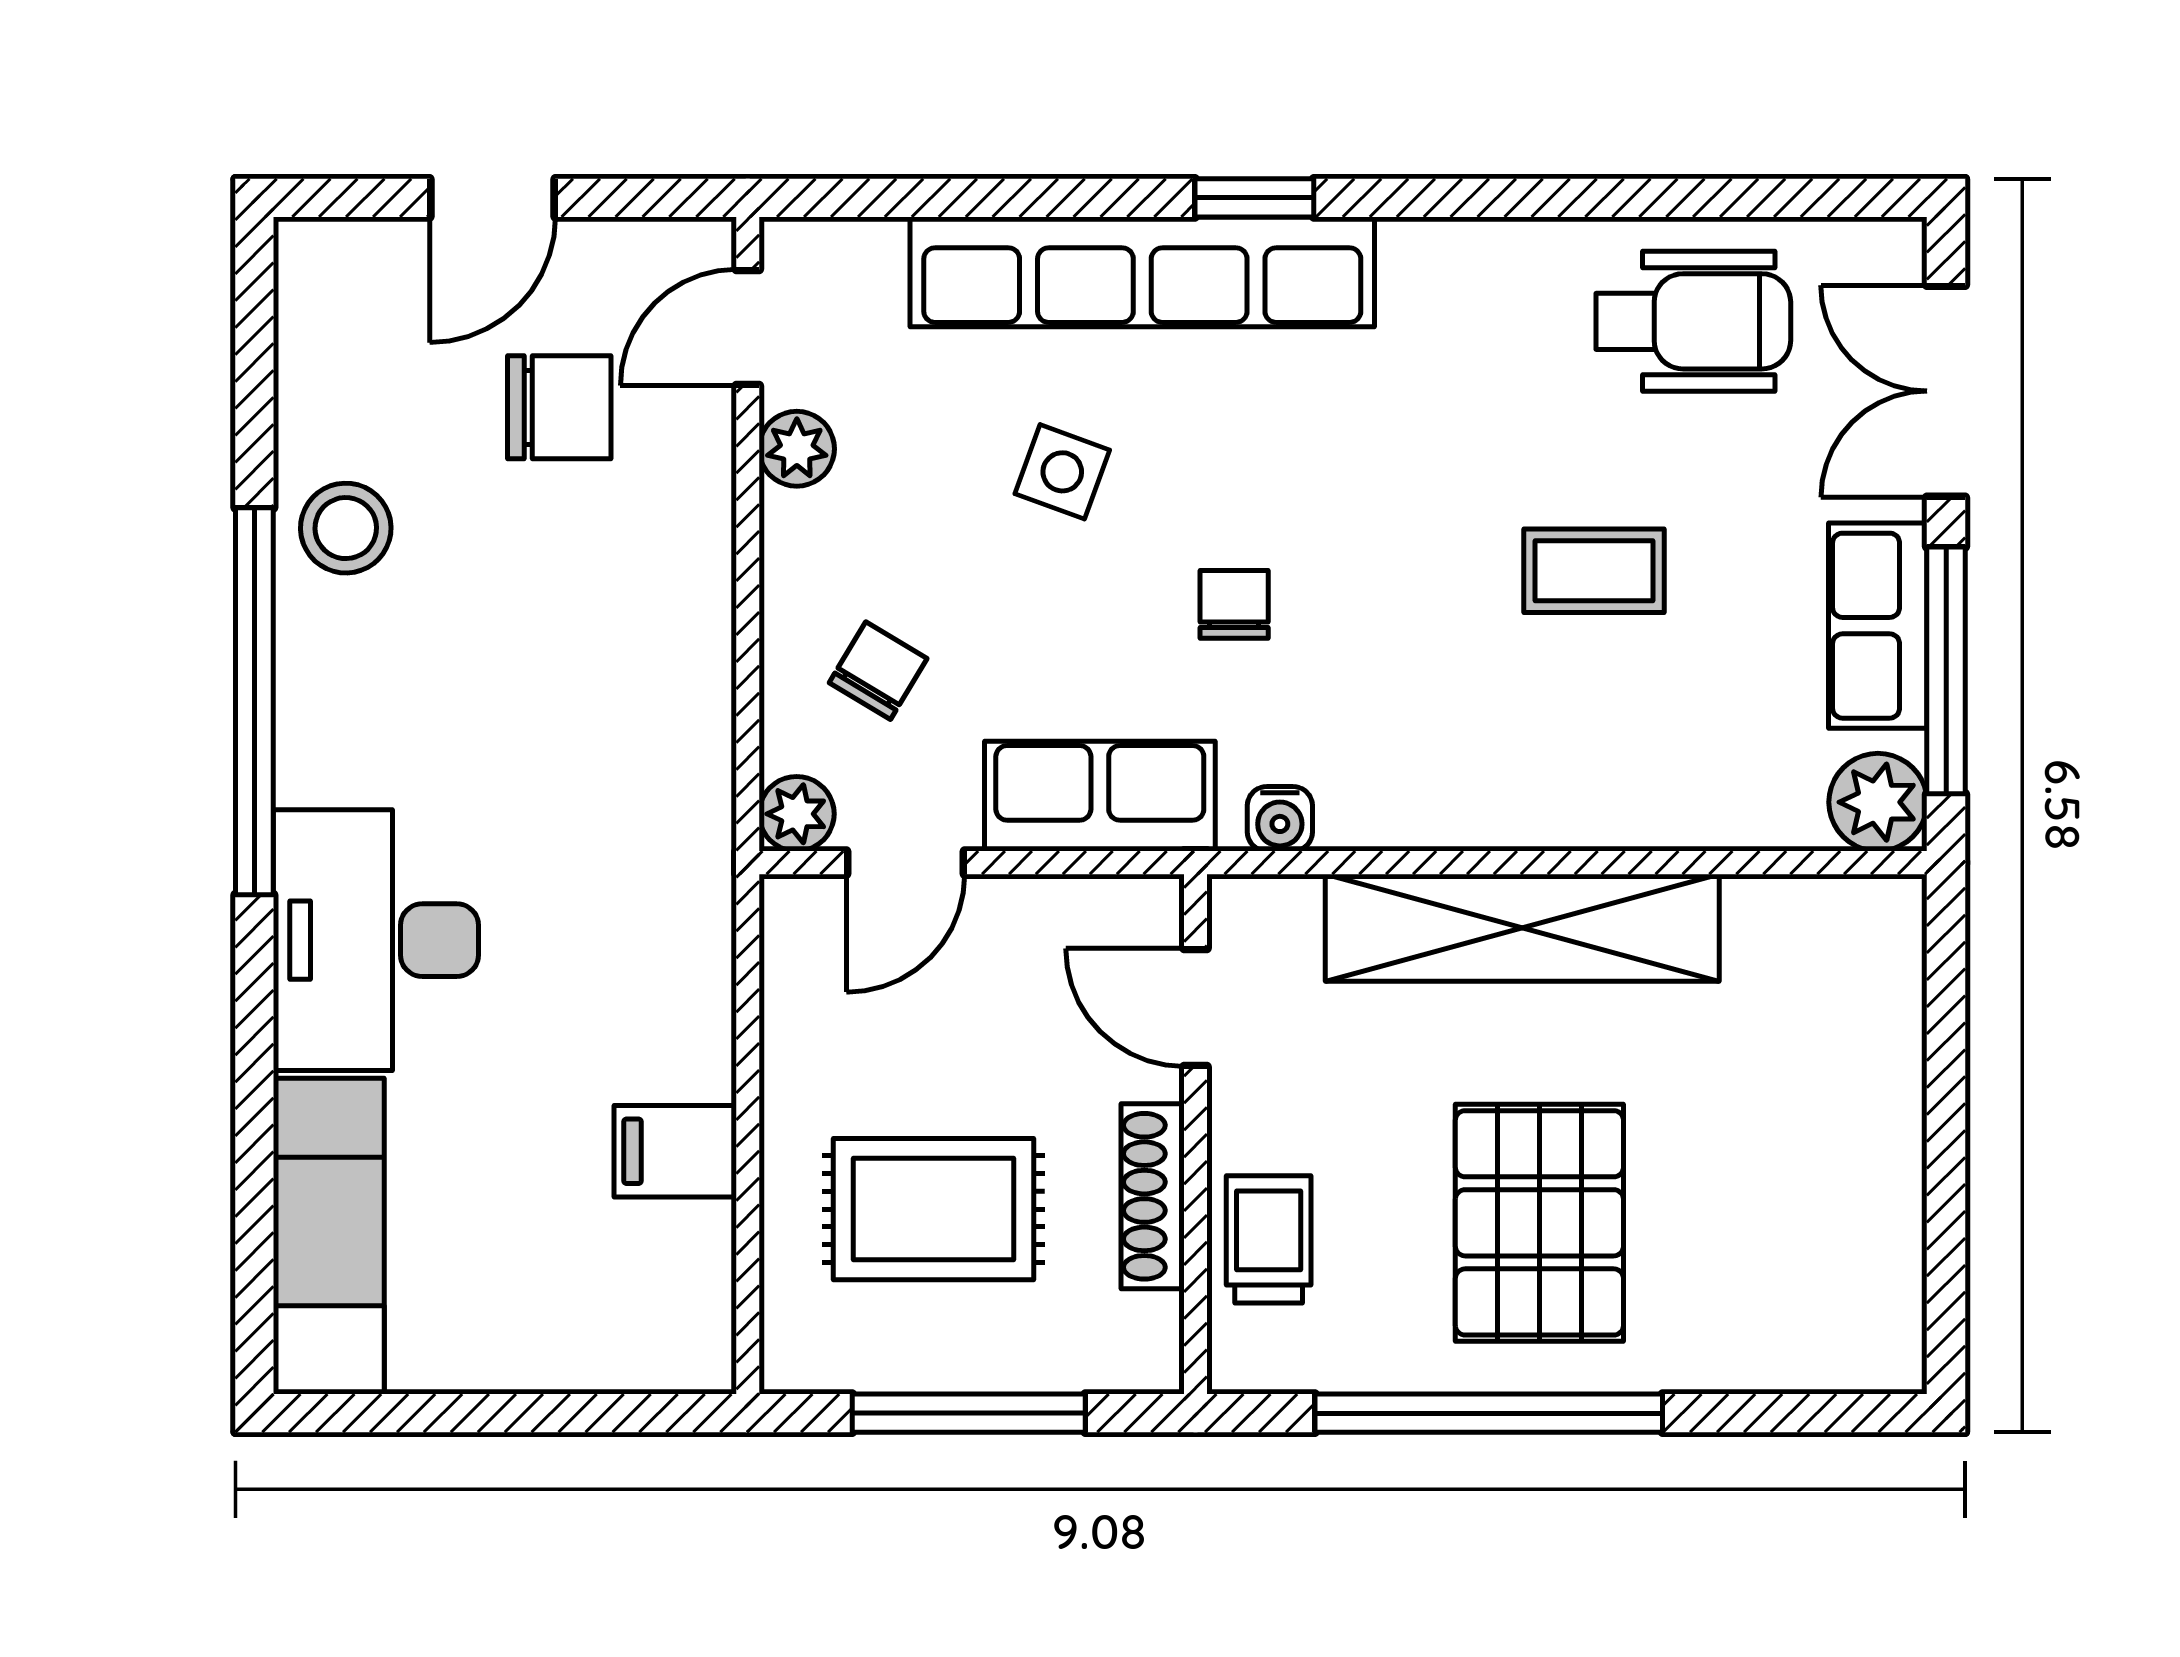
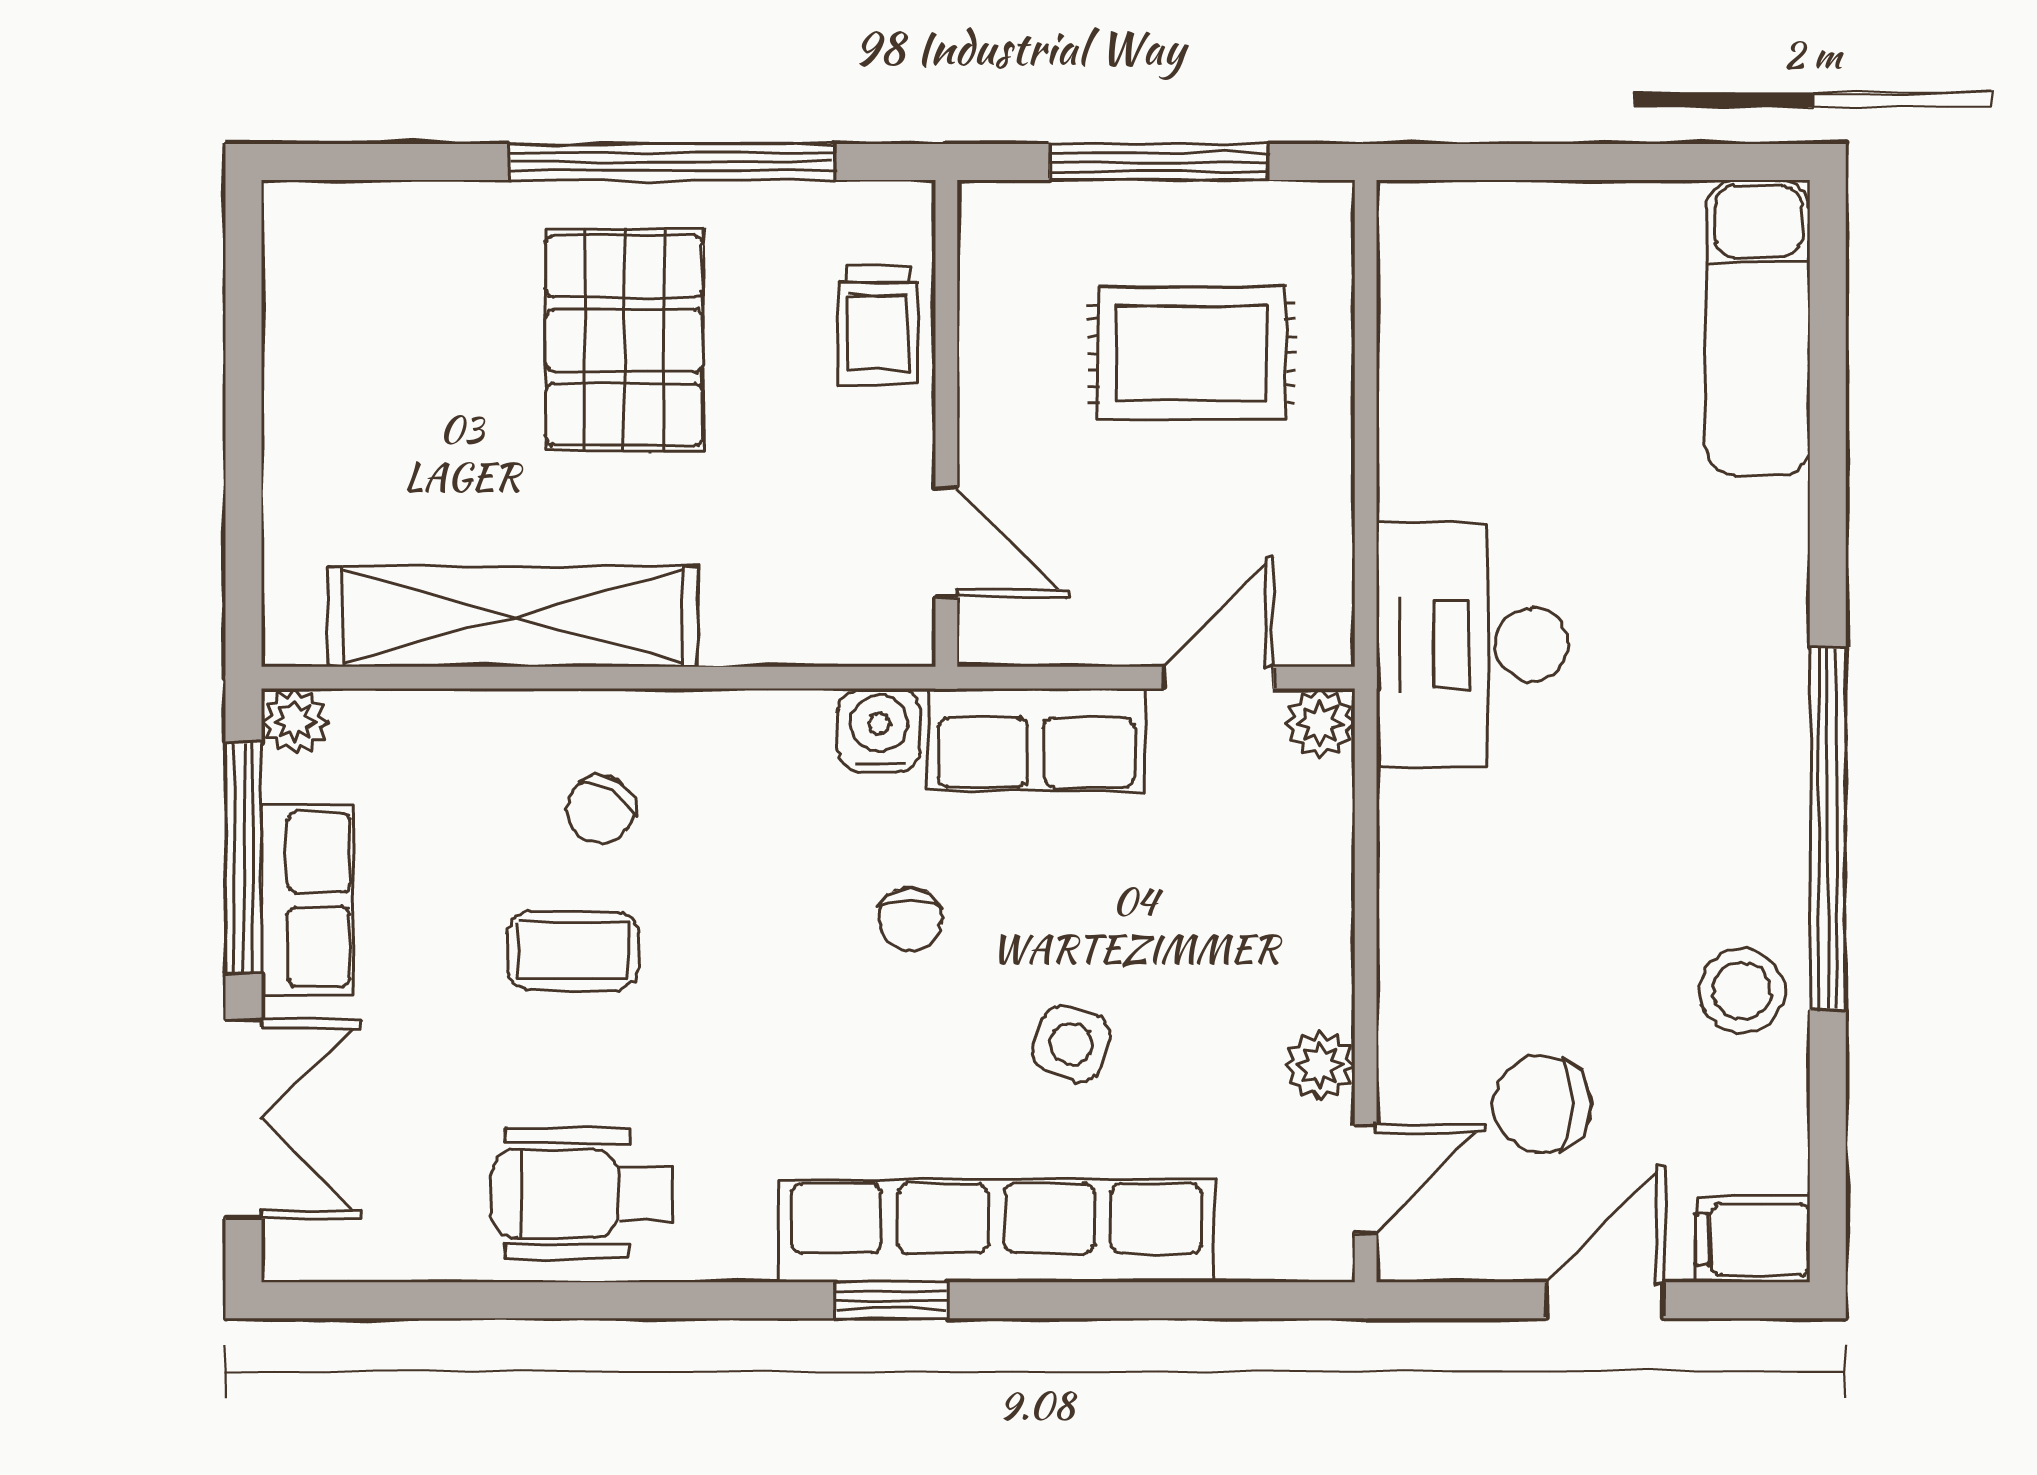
wheelchair: (1693, 321) -> (582, 1194), moved
chair: (878, 671) -> (600, 810), moved
plant: (1878, 802) -> (295, 722), width x0.73, depth x0.73
water cooler: (1280, 819) -> (879, 730), width x1.38, depth x1.38
shelving: (1522, 928) -> (513, 617), moved
desk: (376, 940) -> (1472, 645), moved, turned 180
filing cabinet: (675, 1151) -> (1753, 1239), moved, turned 180
shoe rack: (1153, 1196) -> (987, 365), removed

